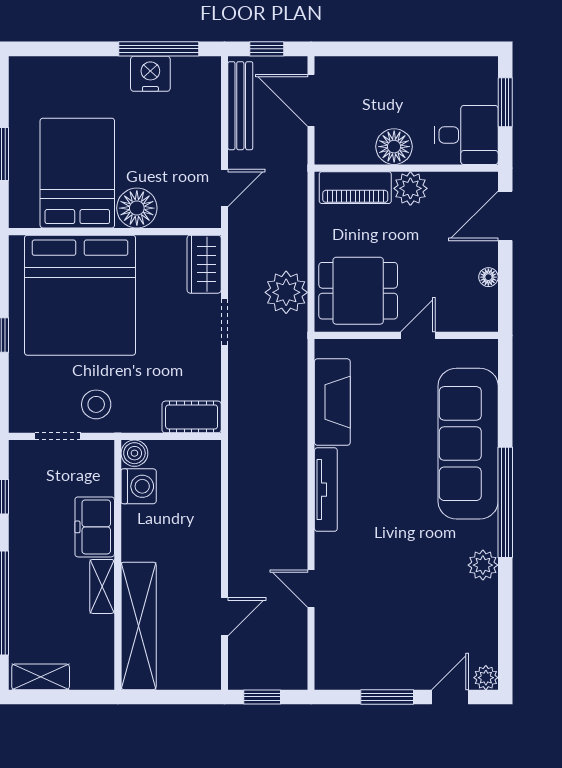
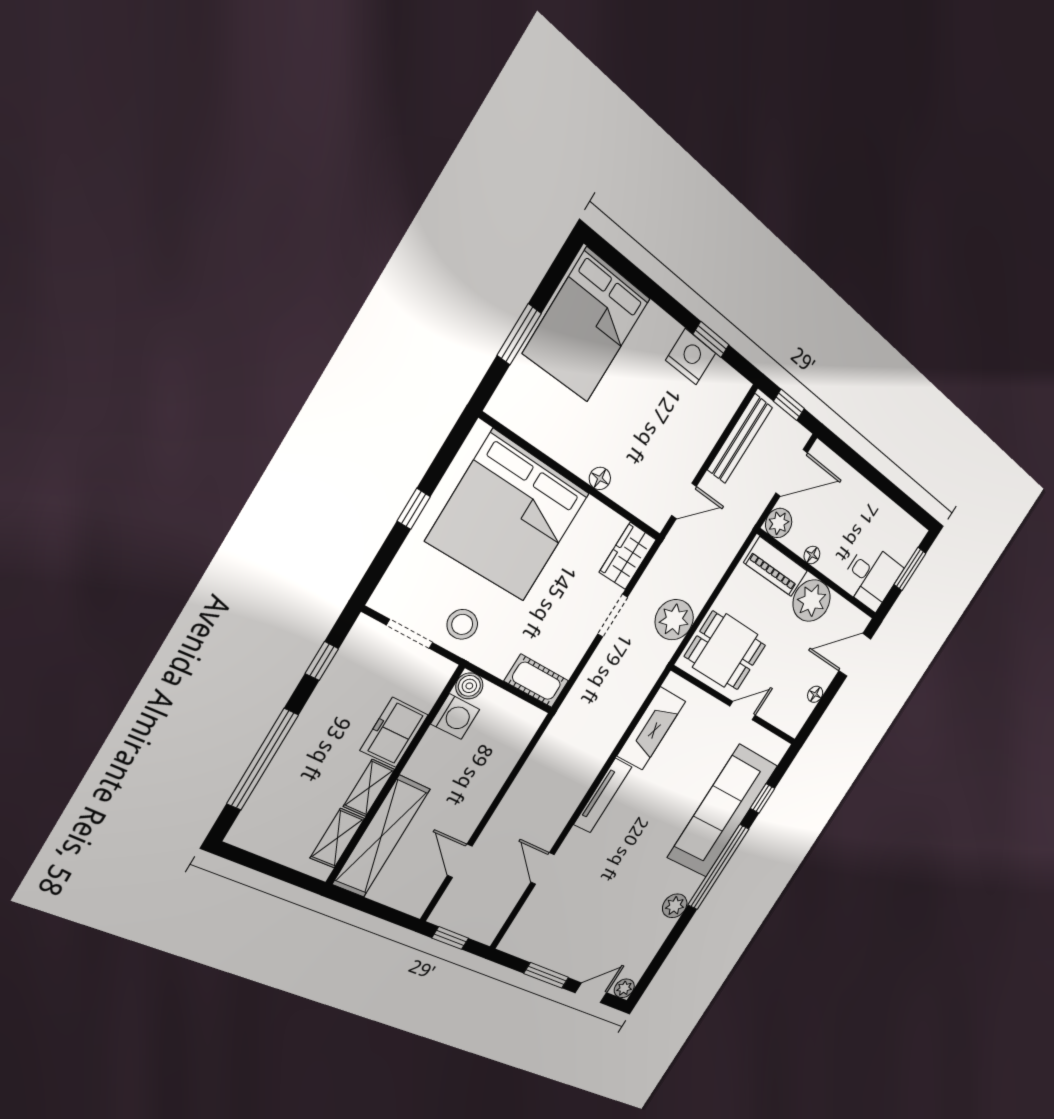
window: (159, 49) -> (711, 339), width x0.46
door: (311, 100) -> (792, 473), swing flipped
floor lamp: (394, 147) -> (812, 555), width x0.53, depth x0.53
plant: (330, 149) -> (779, 523), added
bed: (77, 173) -> (587, 326), moved, turned 180
plant: (410, 188) -> (812, 601), width x1.36, depth x1.36
floor lamp: (137, 208) -> (600, 478), width x0.53, depth x0.53
window: (505, 409) -> (762, 798), added
door: (224, 617) -> (460, 861), swing flipped
shelving: (41, 677) -> (337, 838), moved, turned 90

